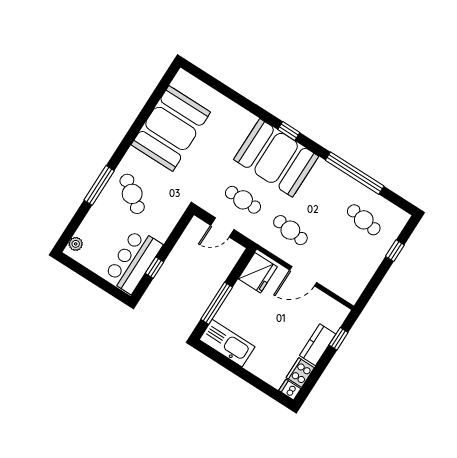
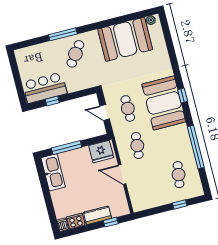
plant: (76, 244) -> (151, 20), moved

